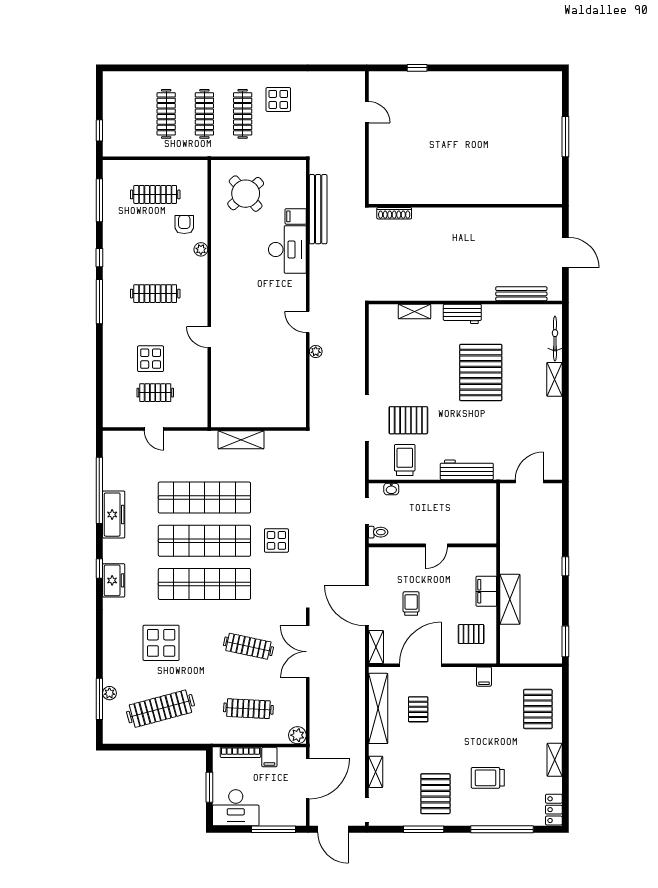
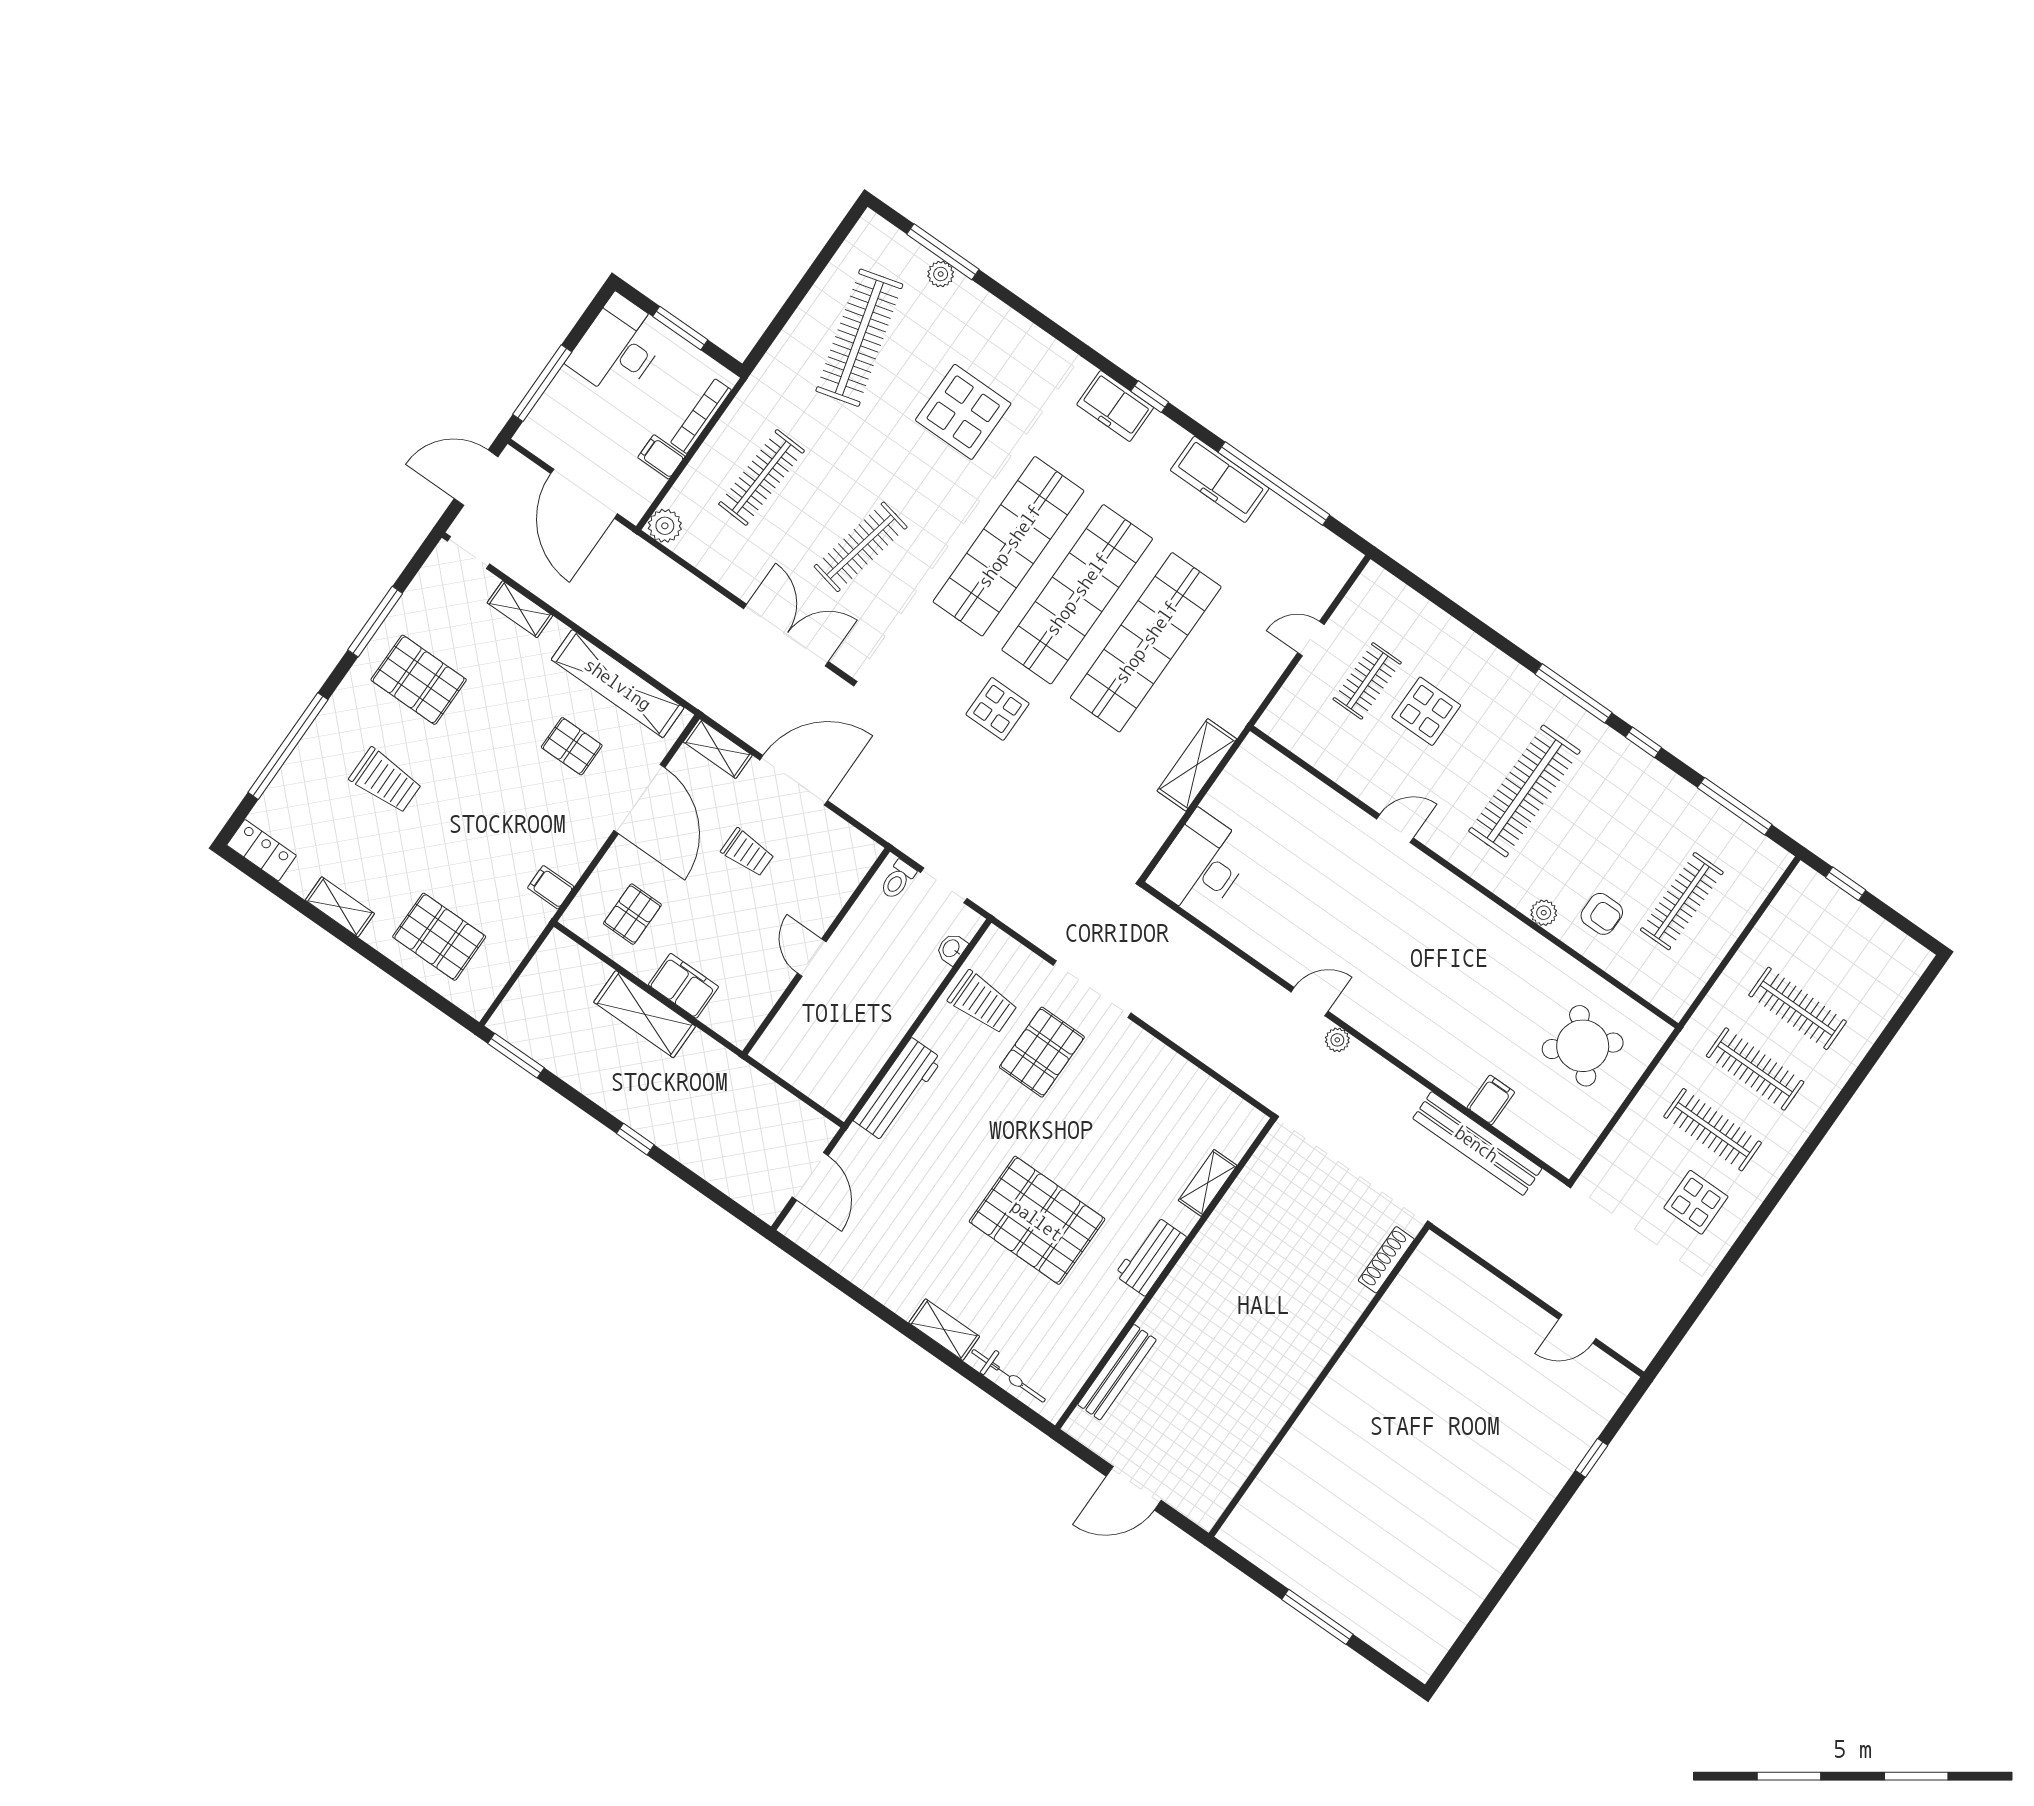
desk: (287, 250) -> (1201, 865), moved, turned 90
clothes rail: (155, 294) -> (1524, 791), width x1.37, depth x1.31
plant: (316, 351) -> (1337, 1040), moved
trolley: (488, 778) -> (386, 781), turned 90

